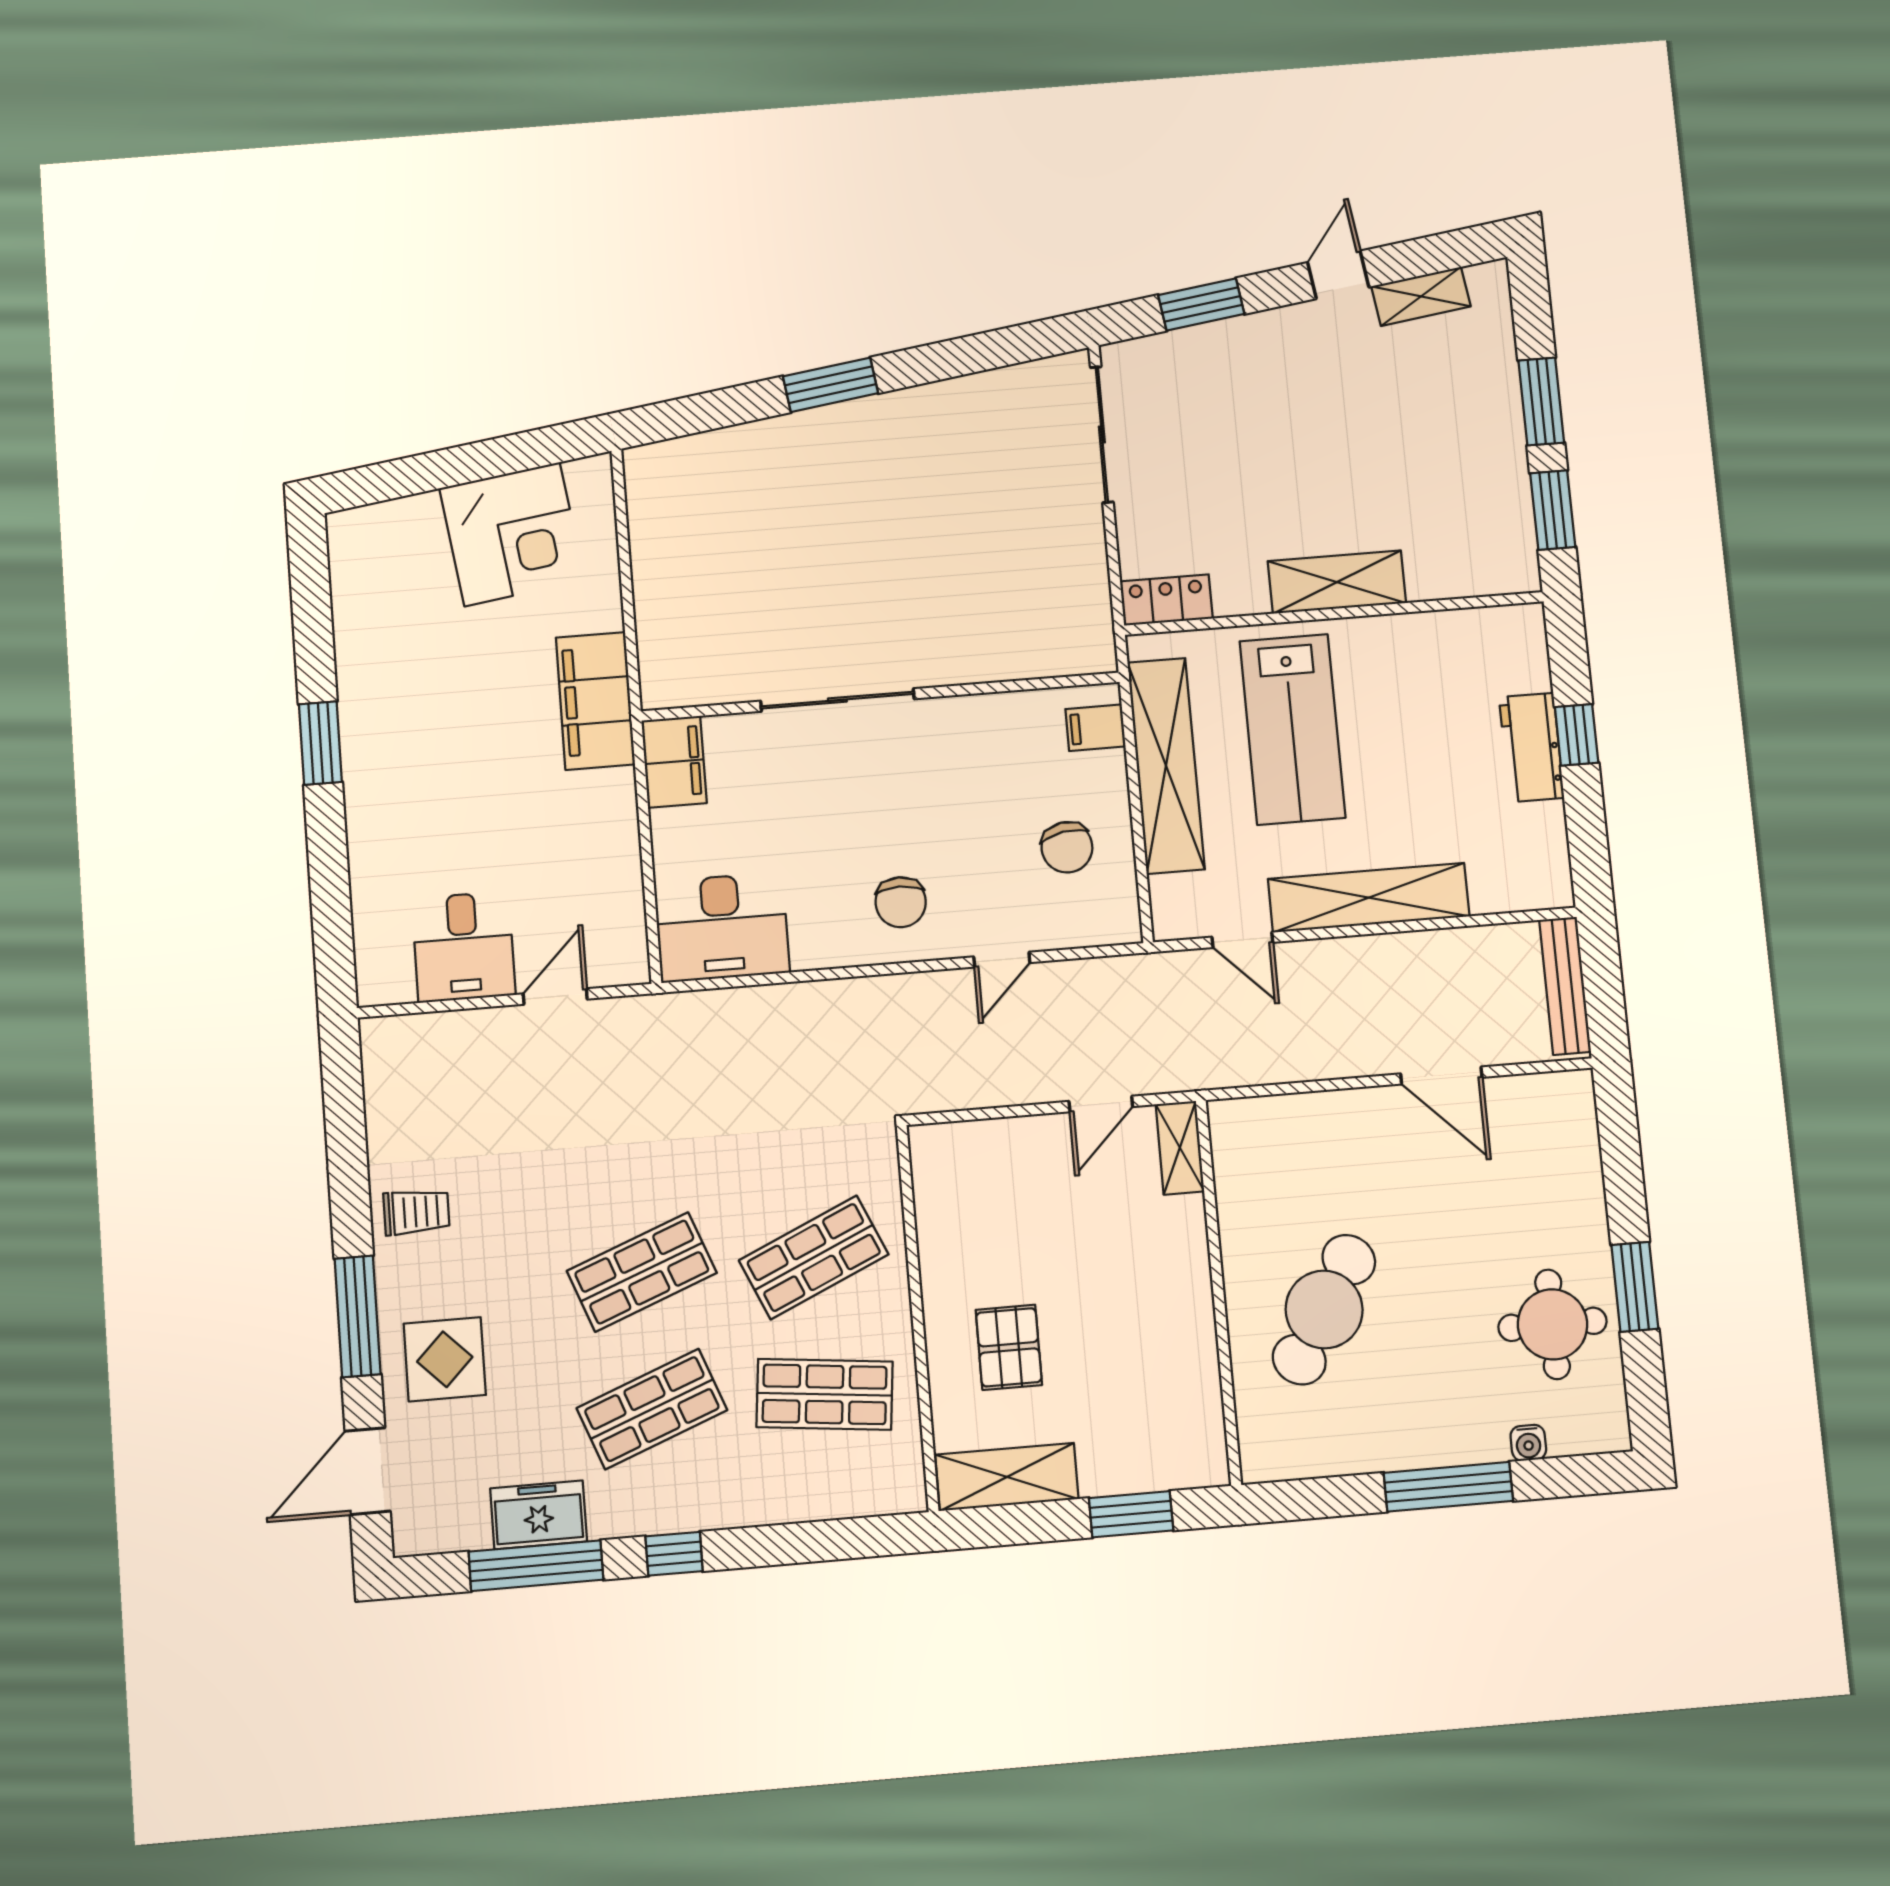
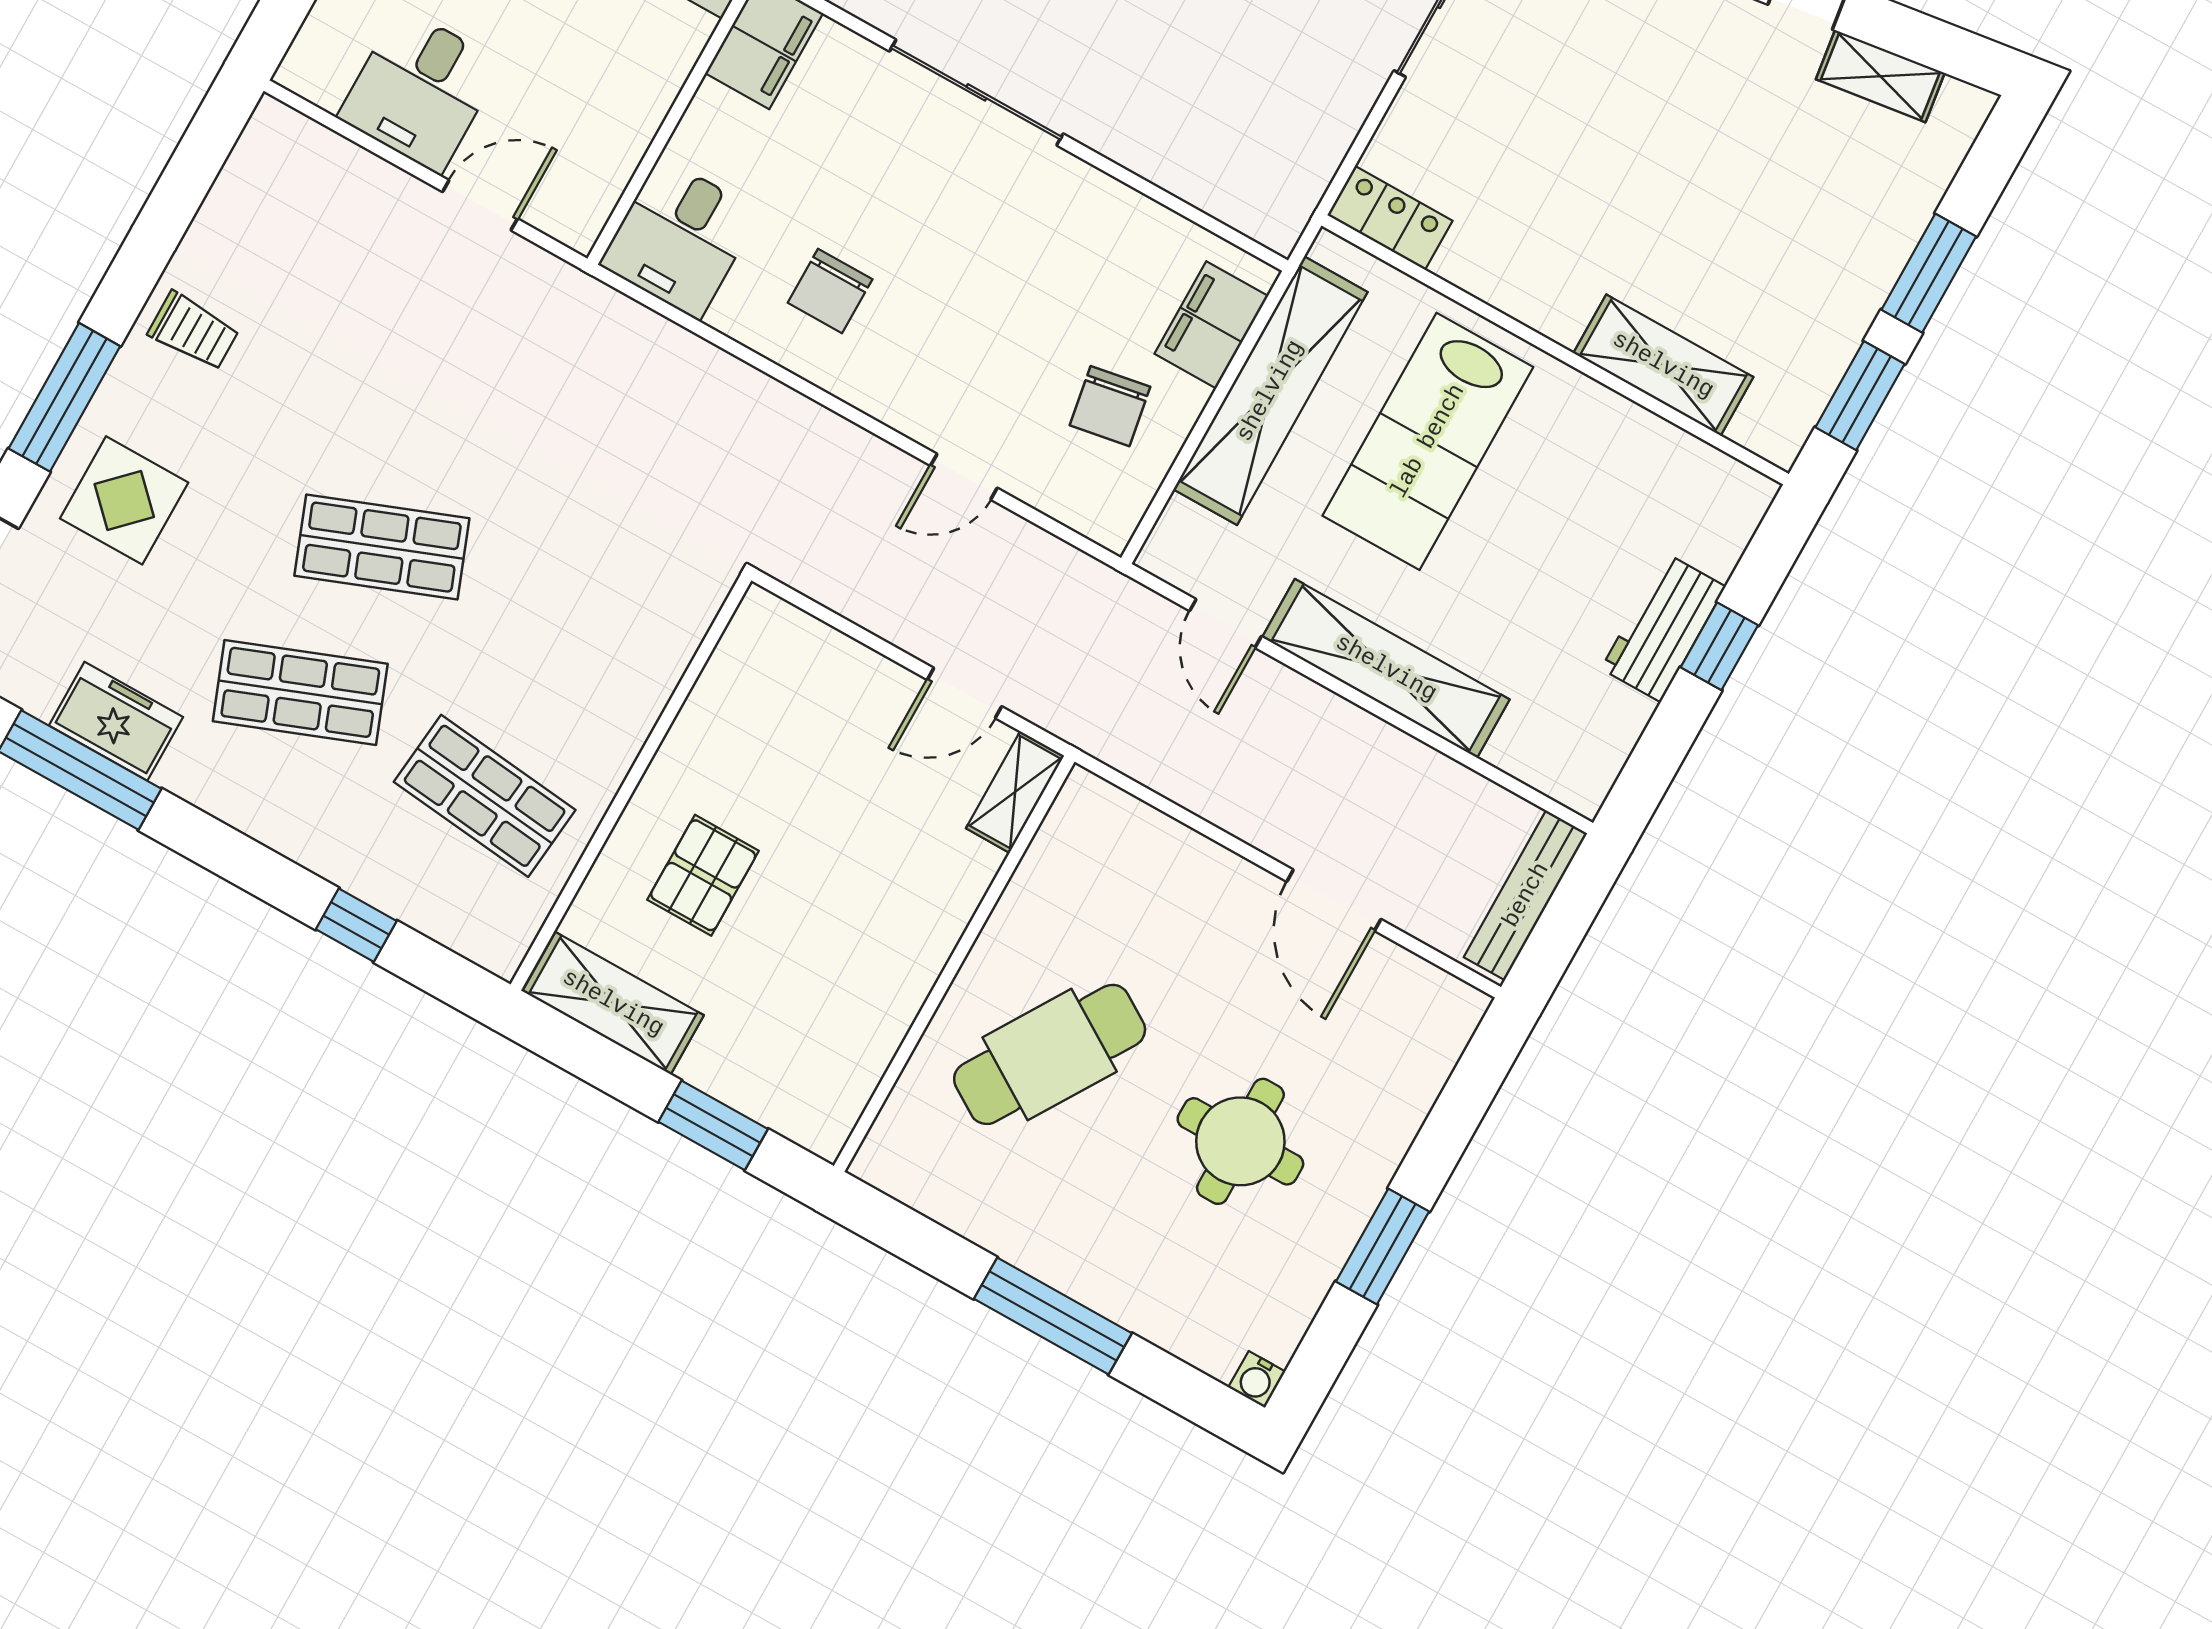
shelving: (1337, 582) -> (1663, 365), moved
filing cabinet: (1095, 728) -> (1211, 325), width x2.00
chair: (901, 902) -> (830, 291), moved
desk: (722, 927) -> (679, 238), width x0.73
shop shelf: (814, 1257) -> (566, 650), removed
round table: (1553, 1324) -> (1240, 1141), moved
water cooler: (1528, 1443) -> (1257, 1379), moved
window: (674, 1554) -> (356, 925), moved

